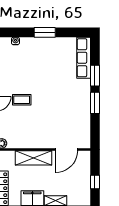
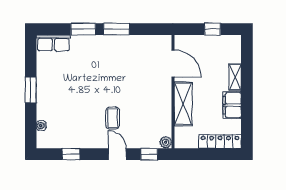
row of seats: (84, 58) -> (53, 43), width x0.68

